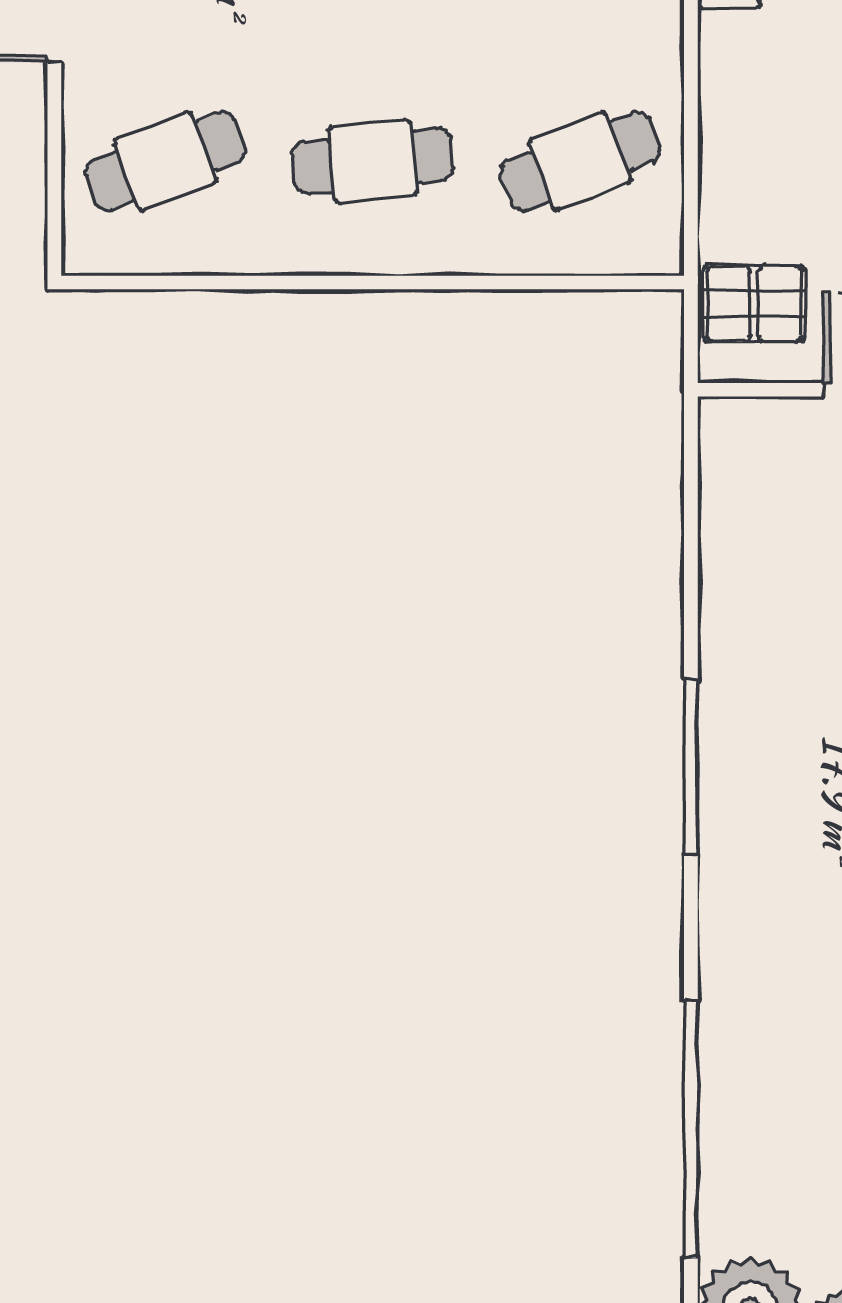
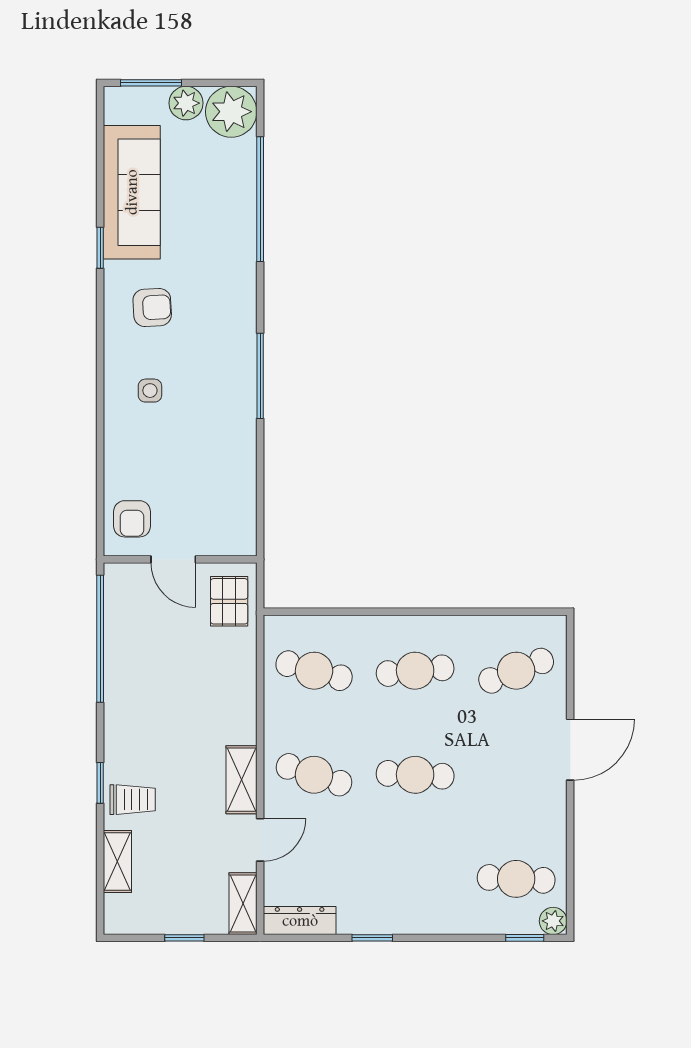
cafe table: (580, 161) -> (314, 671), turned 36
pallet: (754, 304) -> (229, 601), turned 90

